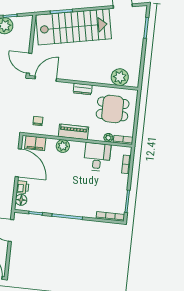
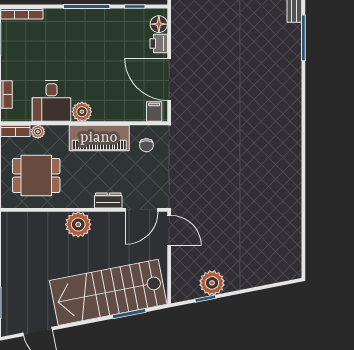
plant: (120, 77) -> (78, 224), moved
dresser: (83, 89) -> (108, 201), moved
piano: (73, 132) -> (99, 138), width x1.37, depth x1.33
filing cabinet: (35, 143) -> (154, 112), width x0.50
plant: (63, 146) -> (82, 112), moved

